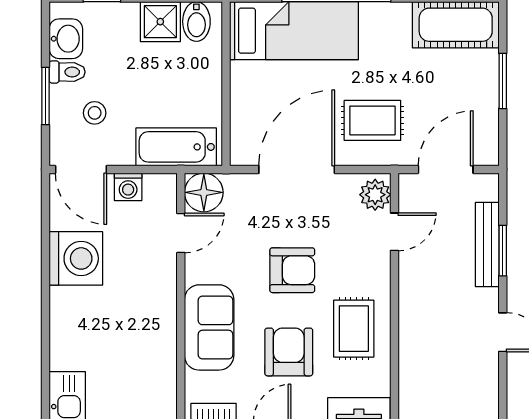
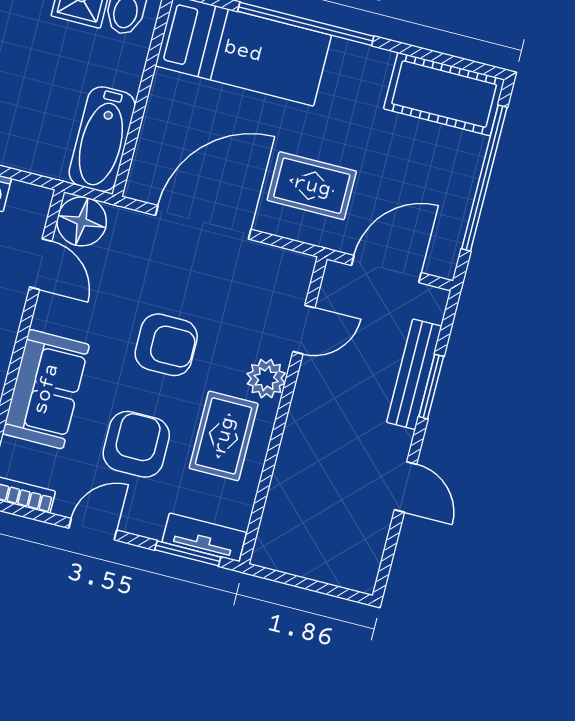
window: (503, 81) -> (484, 178), width x2.11
bathtub: (176, 147) -> (102, 139), moved, turned -90
plant: (375, 195) -> (266, 379), moved
door: (181, 233) -> (41, 264), hinge flipped

